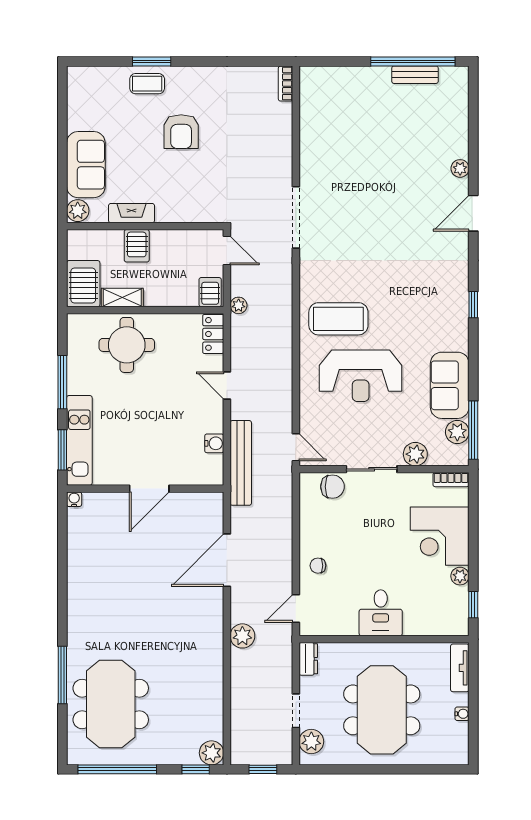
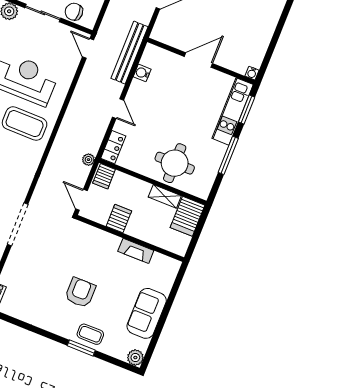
sofa: (86, 165) -> (147, 313), moved
plant: (78, 211) -> (135, 358), moved
doorway: (296, 217) -> (18, 224), moved
server rack: (137, 246) -> (119, 219), moved

